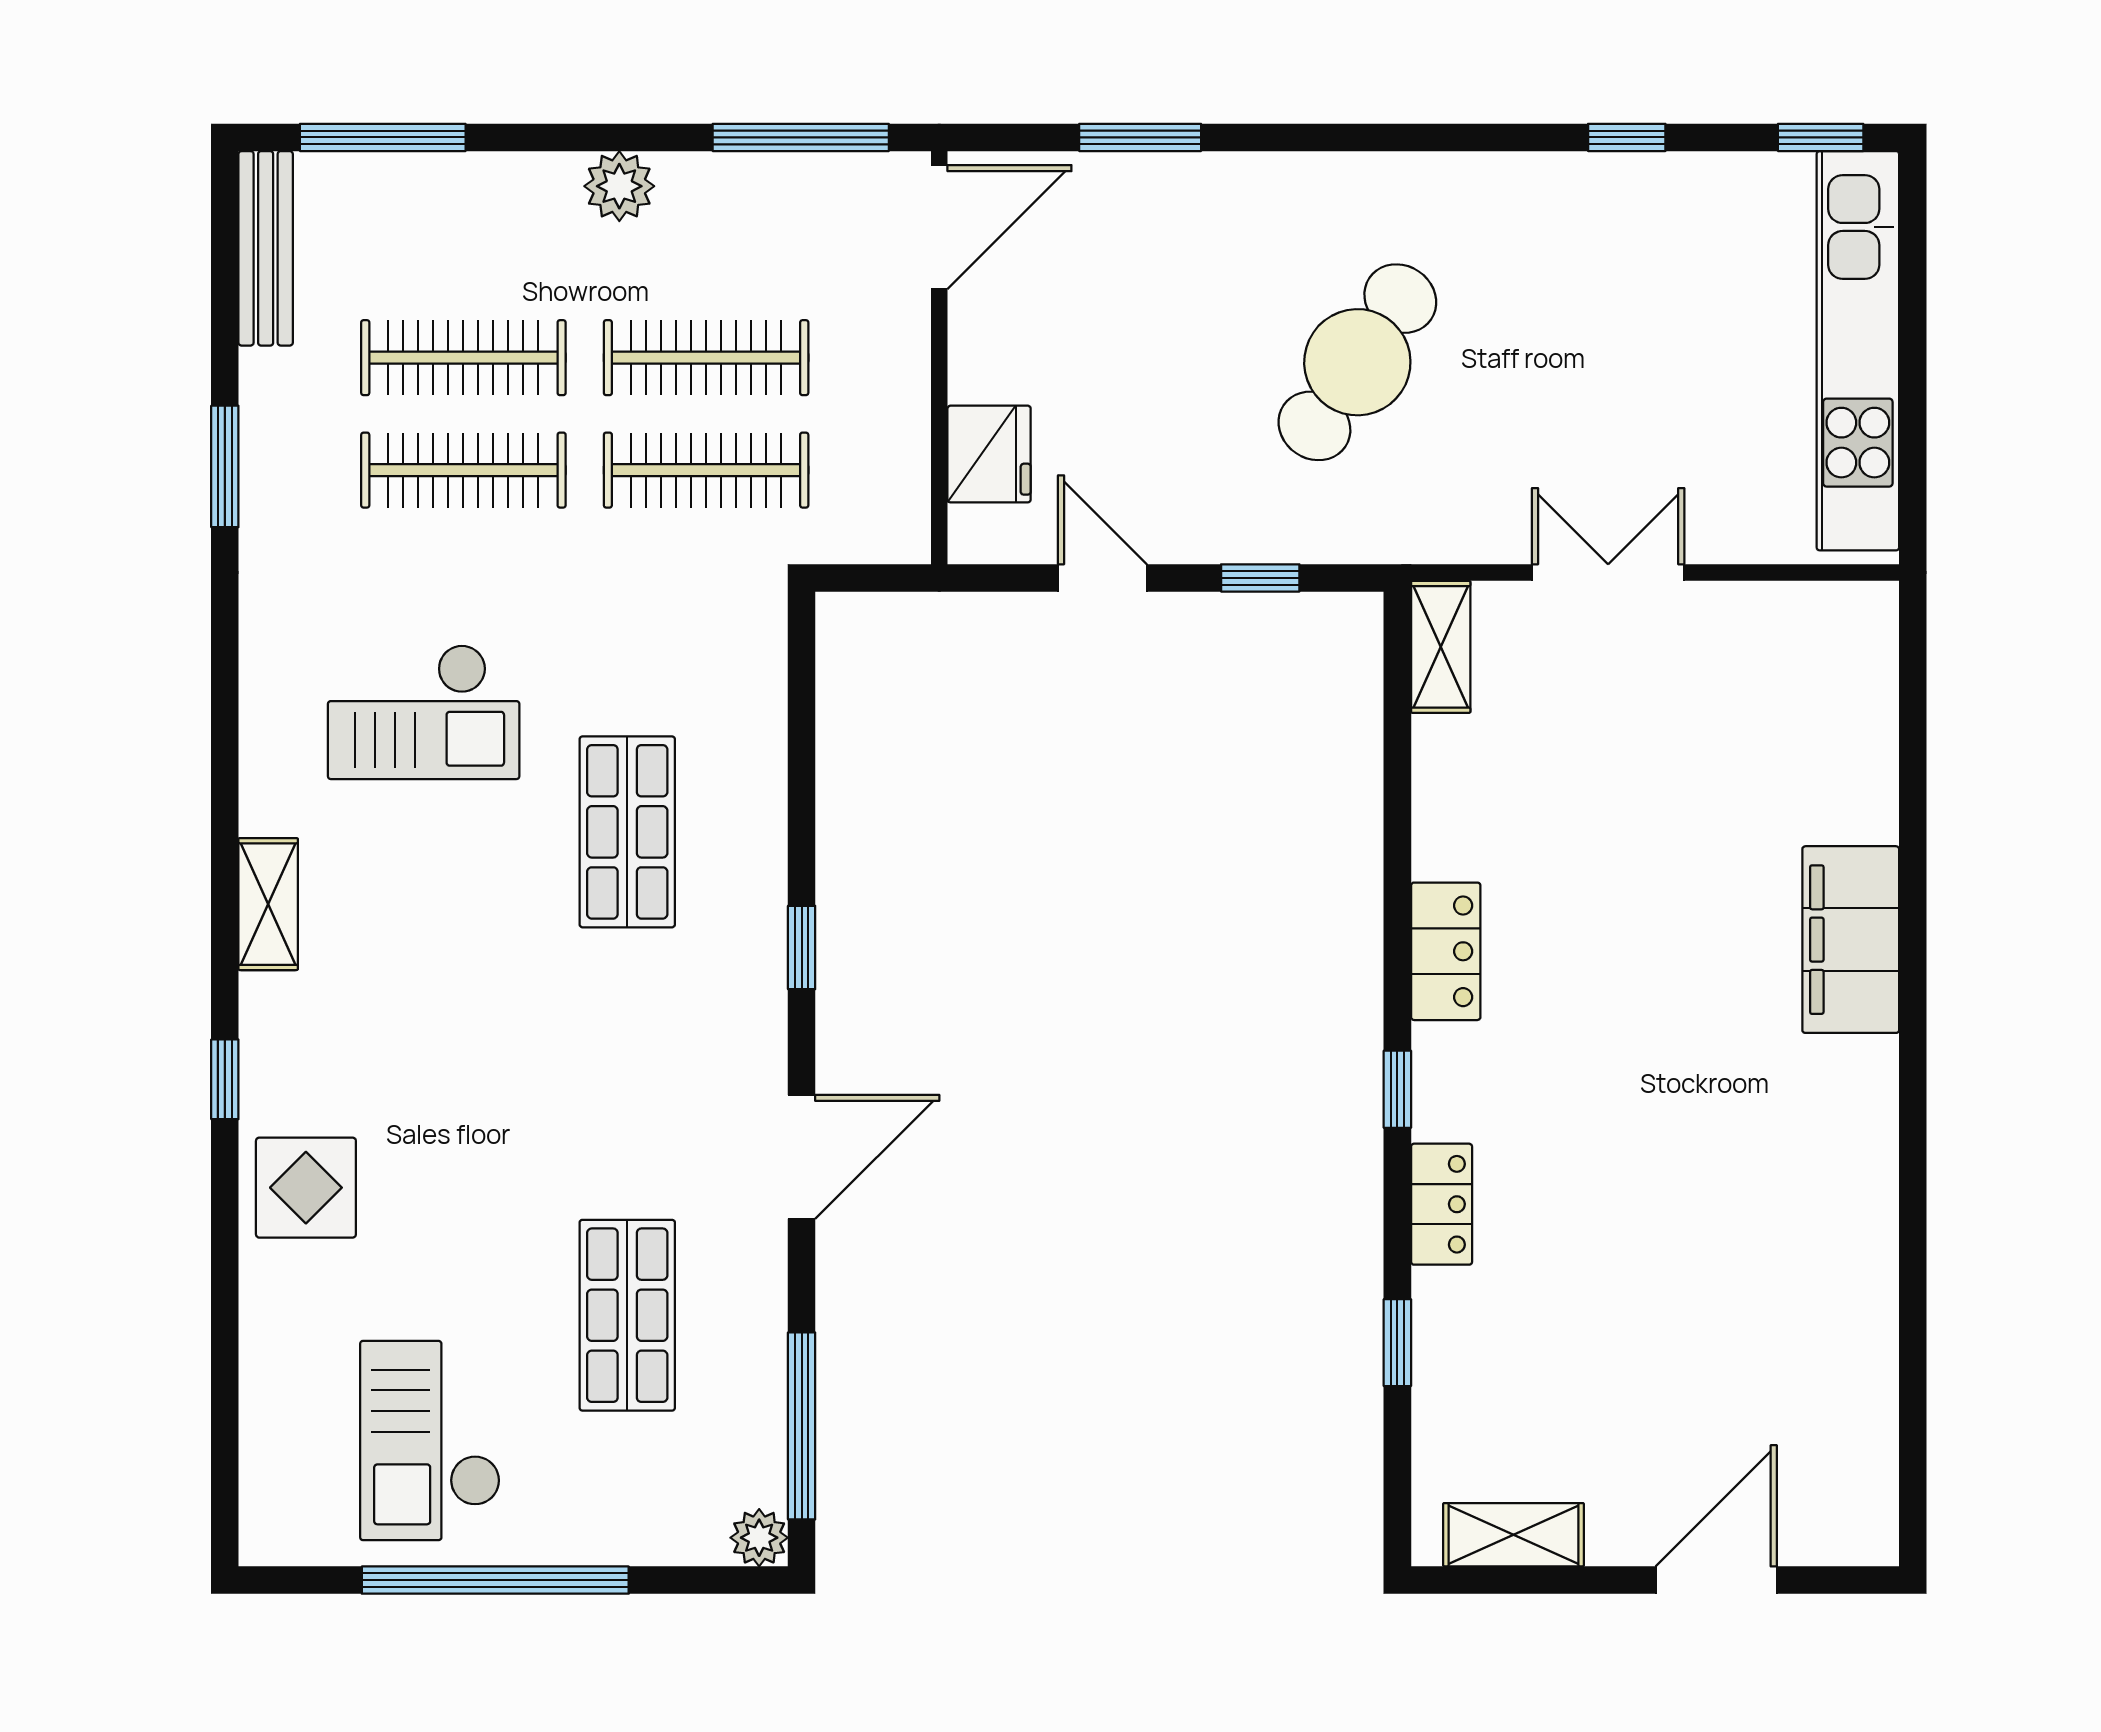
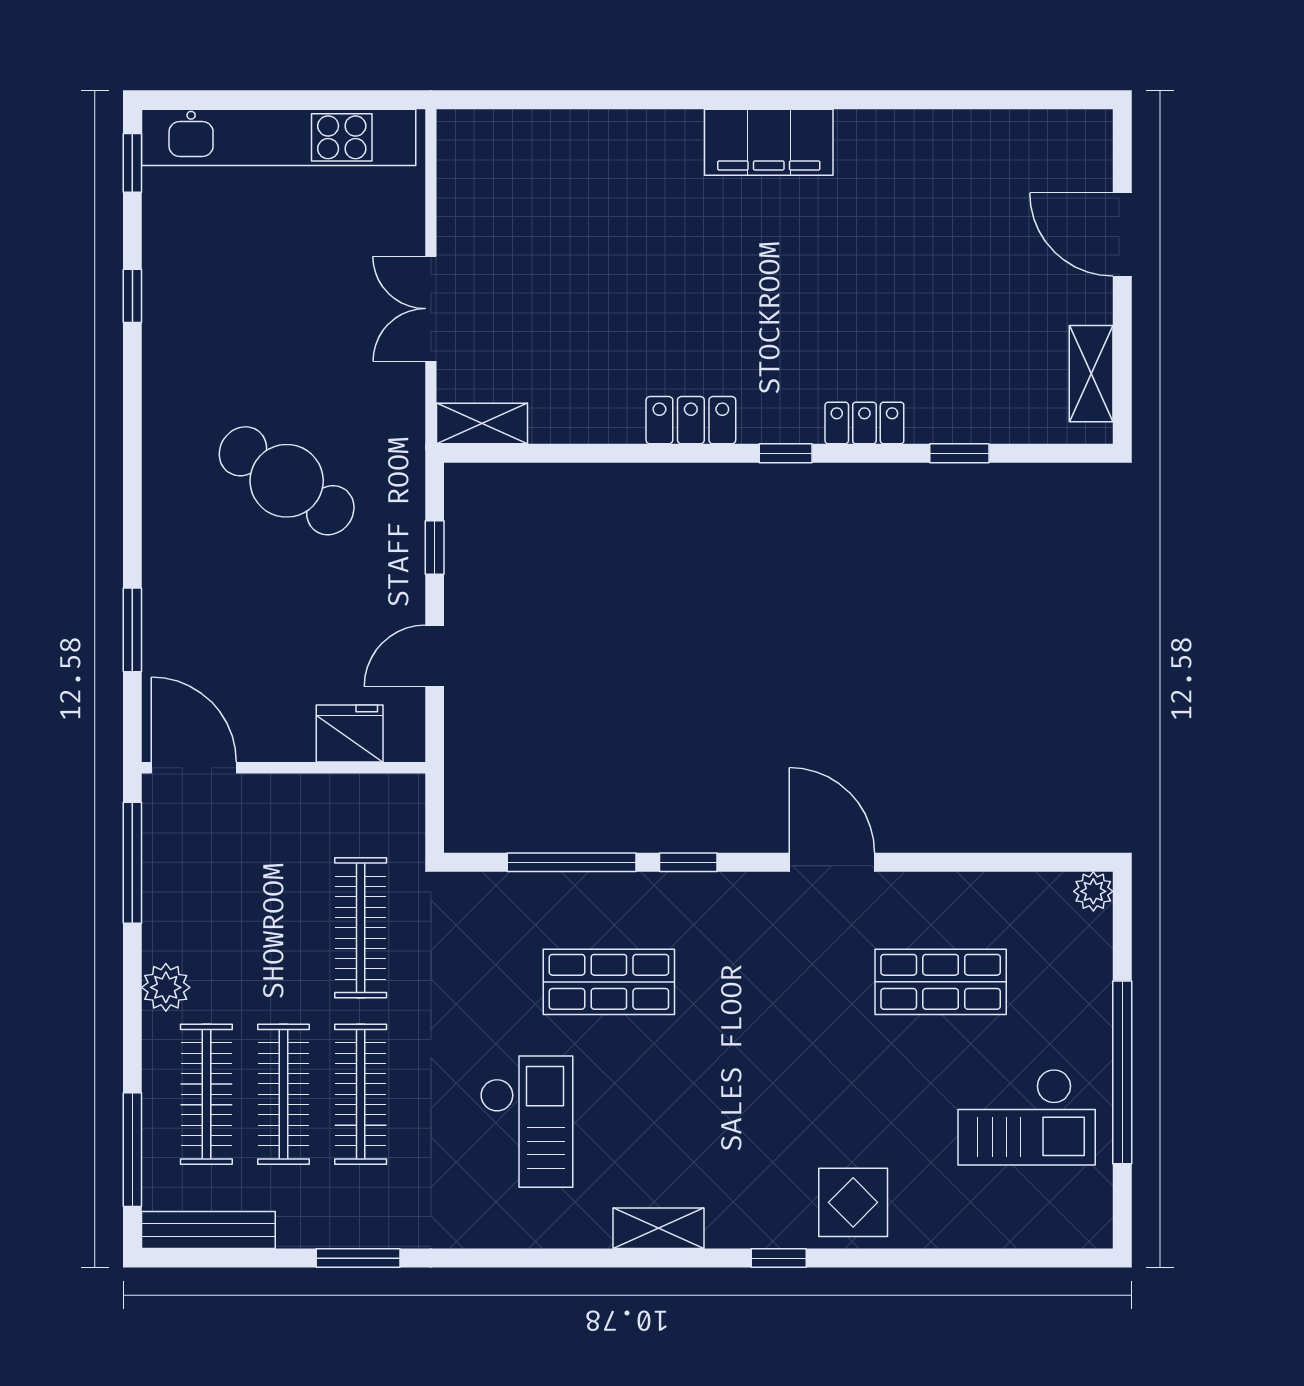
clothes rail: (706, 358) -> (206, 1094), moved
filing cabinet: (1851, 940) -> (769, 142), moved
window: (802, 1426) -> (572, 862), moved

